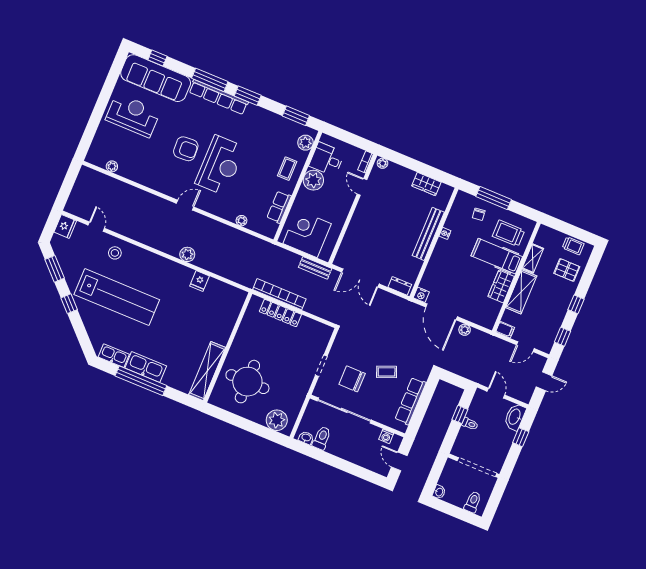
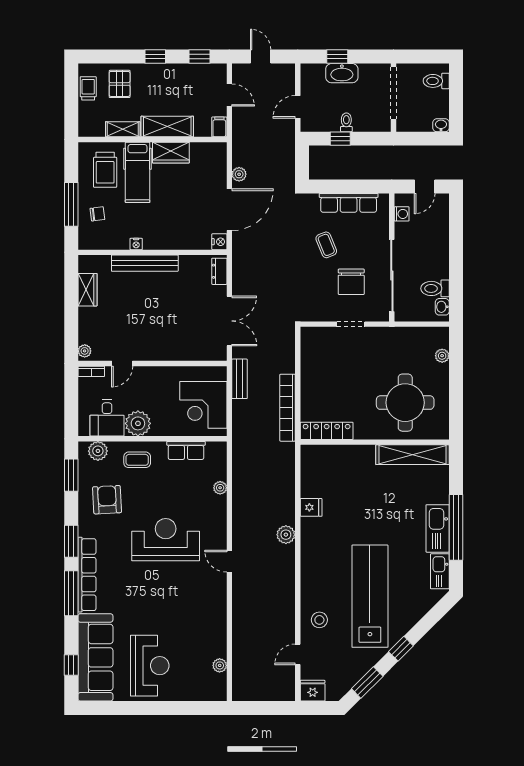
reception desk: (133, 115) -> (150, 666), turned 180
armchair: (186, 149) -> (107, 500), moved
locker: (280, 313) -> (327, 431), moved, turned -90
washbasin: (515, 417) -> (342, 73), moved
plant: (277, 420) -> (442, 356), width x0.53, depth x0.53

